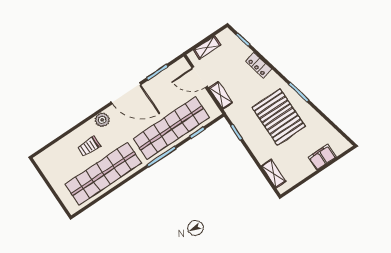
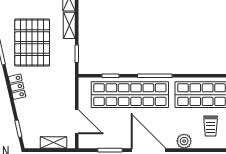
locker: (259, 65) -> (17, 87), moved
shelving: (221, 95) -> (69, 25), moved
trolley: (89, 146) -> (211, 126), turned 90

